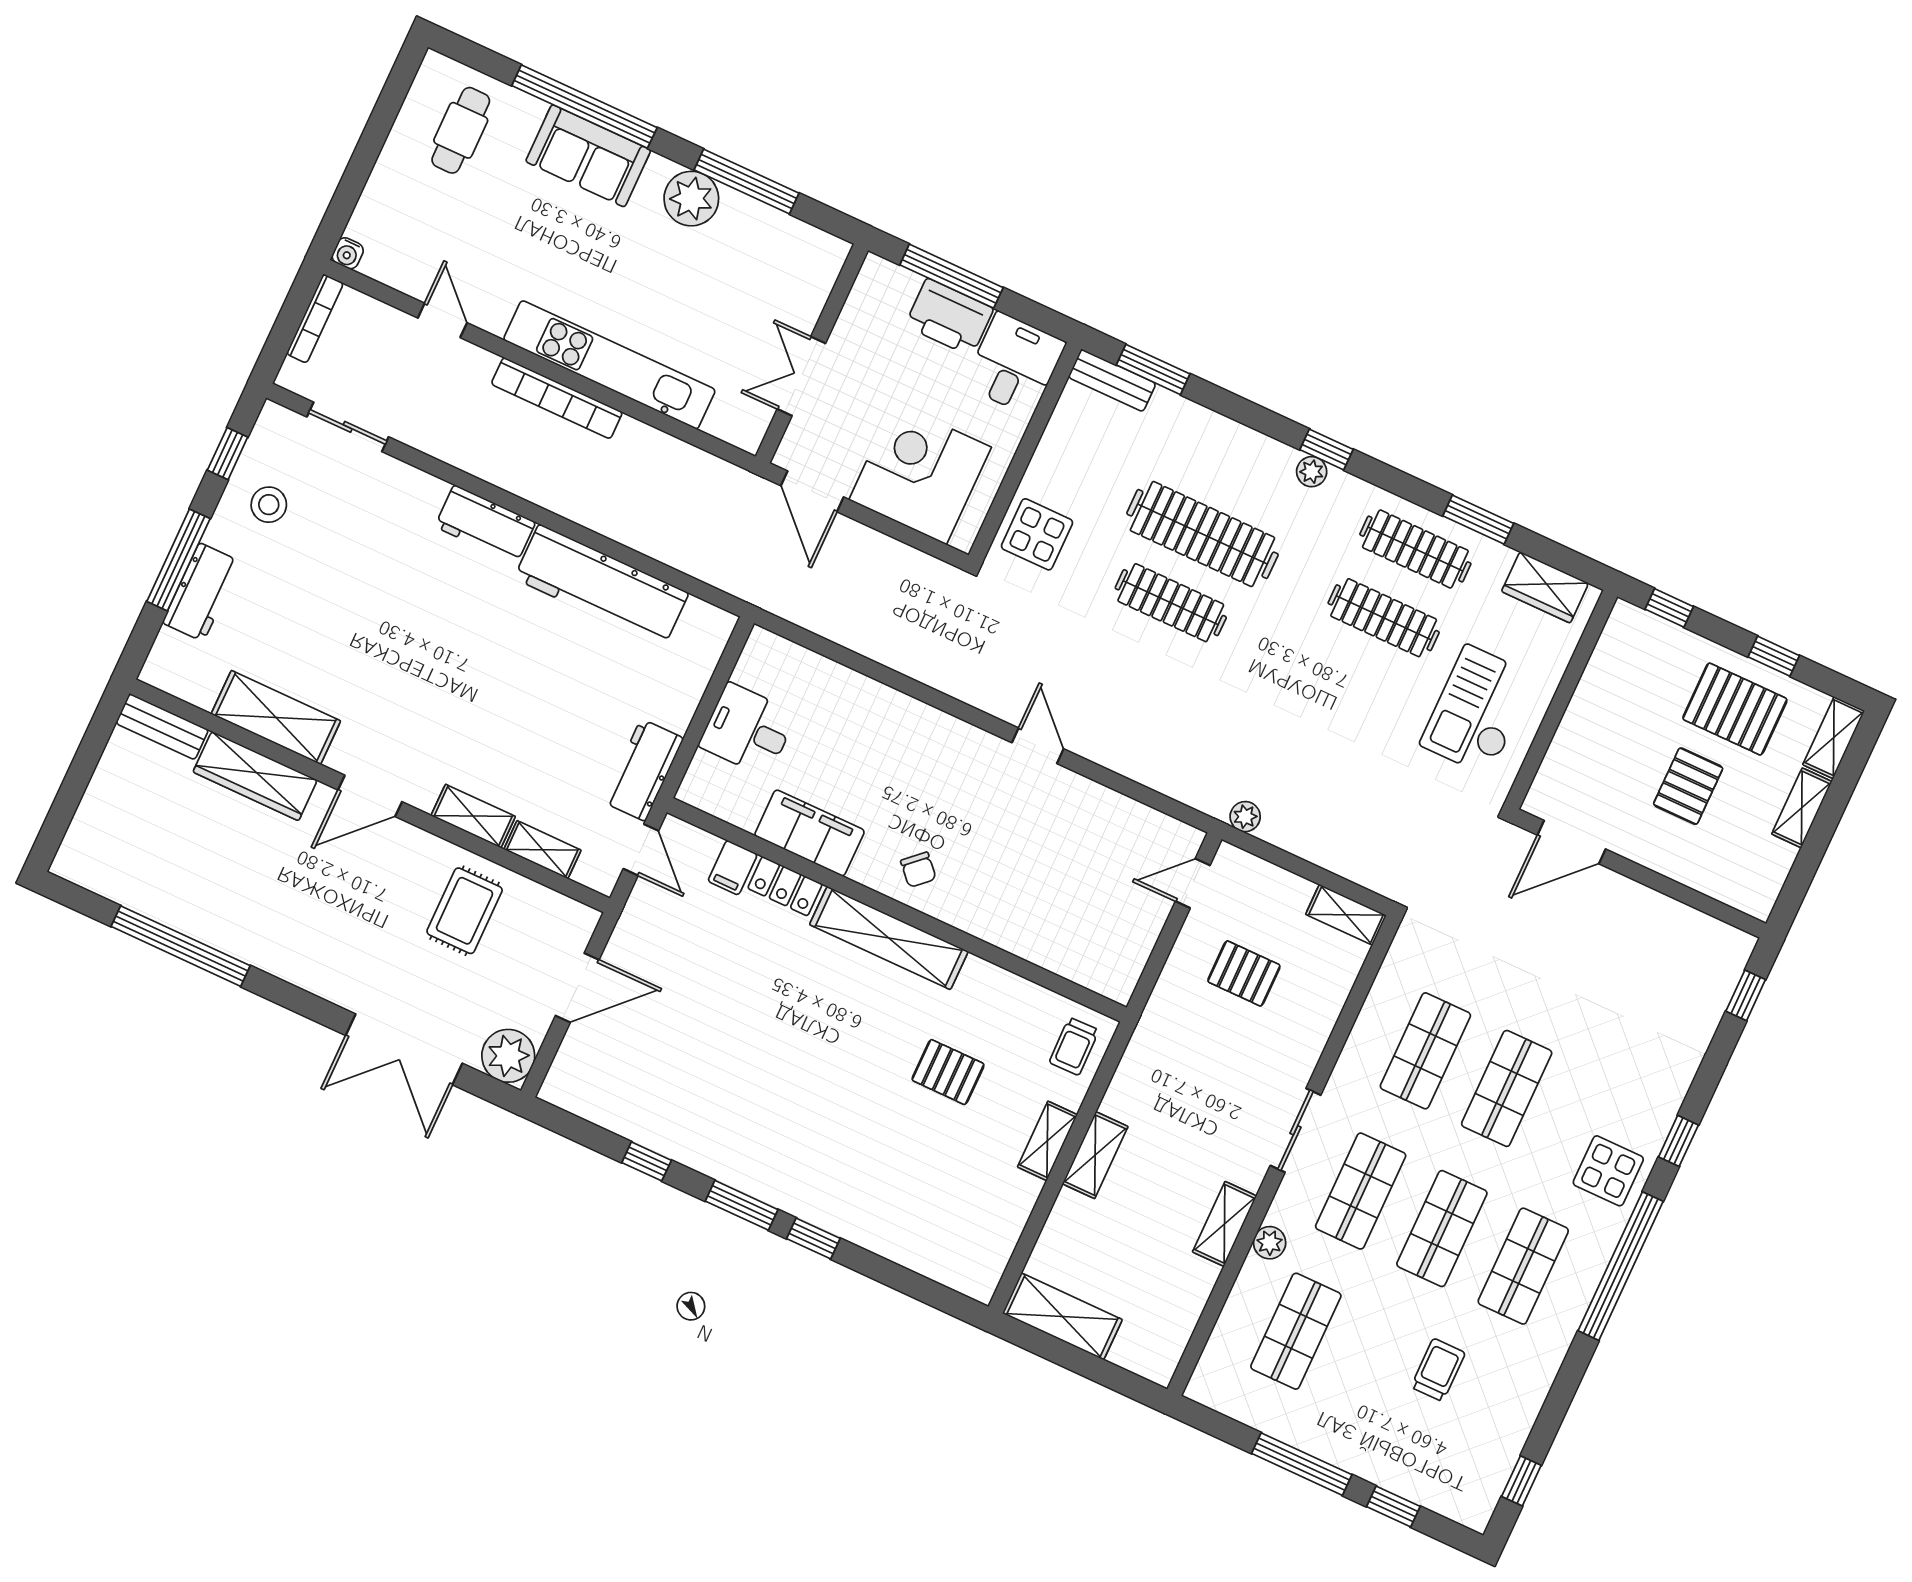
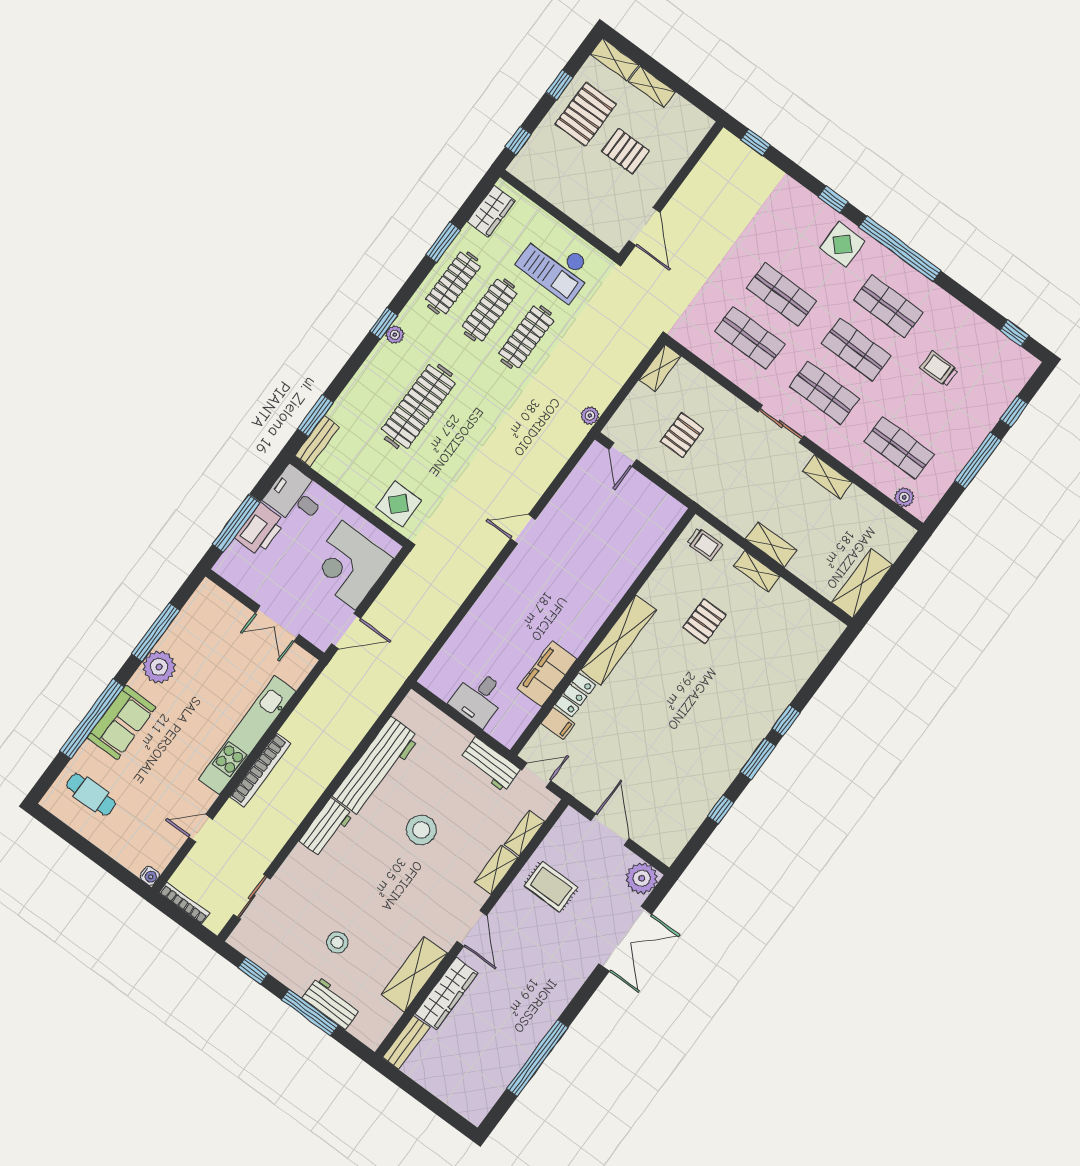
stool: (269, 505) -> (337, 942), moved
clothes rail: (1171, 603) -> (526, 337), moved
stool: (513, 680) -> (421, 830), added
chair: (918, 870) -> (582, 614), removed
plant: (1270, 1243) -> (904, 497), moved

